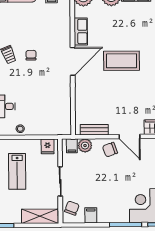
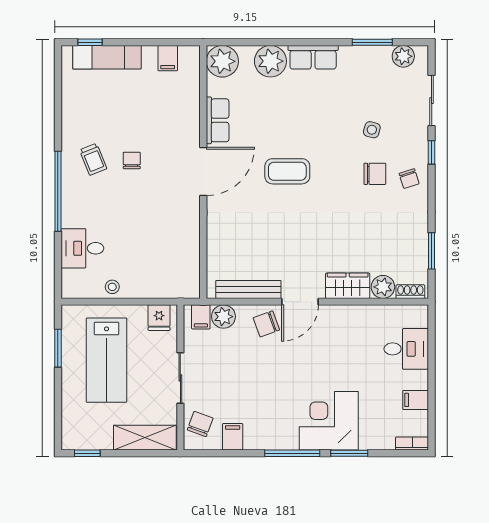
coffee table: (121, 61) -> (287, 171), width x0.73, depth x0.76
bench: (94, 130) -> (248, 289), width x1.36
door: (129, 137) -> (300, 302), hinge flipped
lab bench: (17, 171) -> (107, 360), width x1.36, depth x1.39

